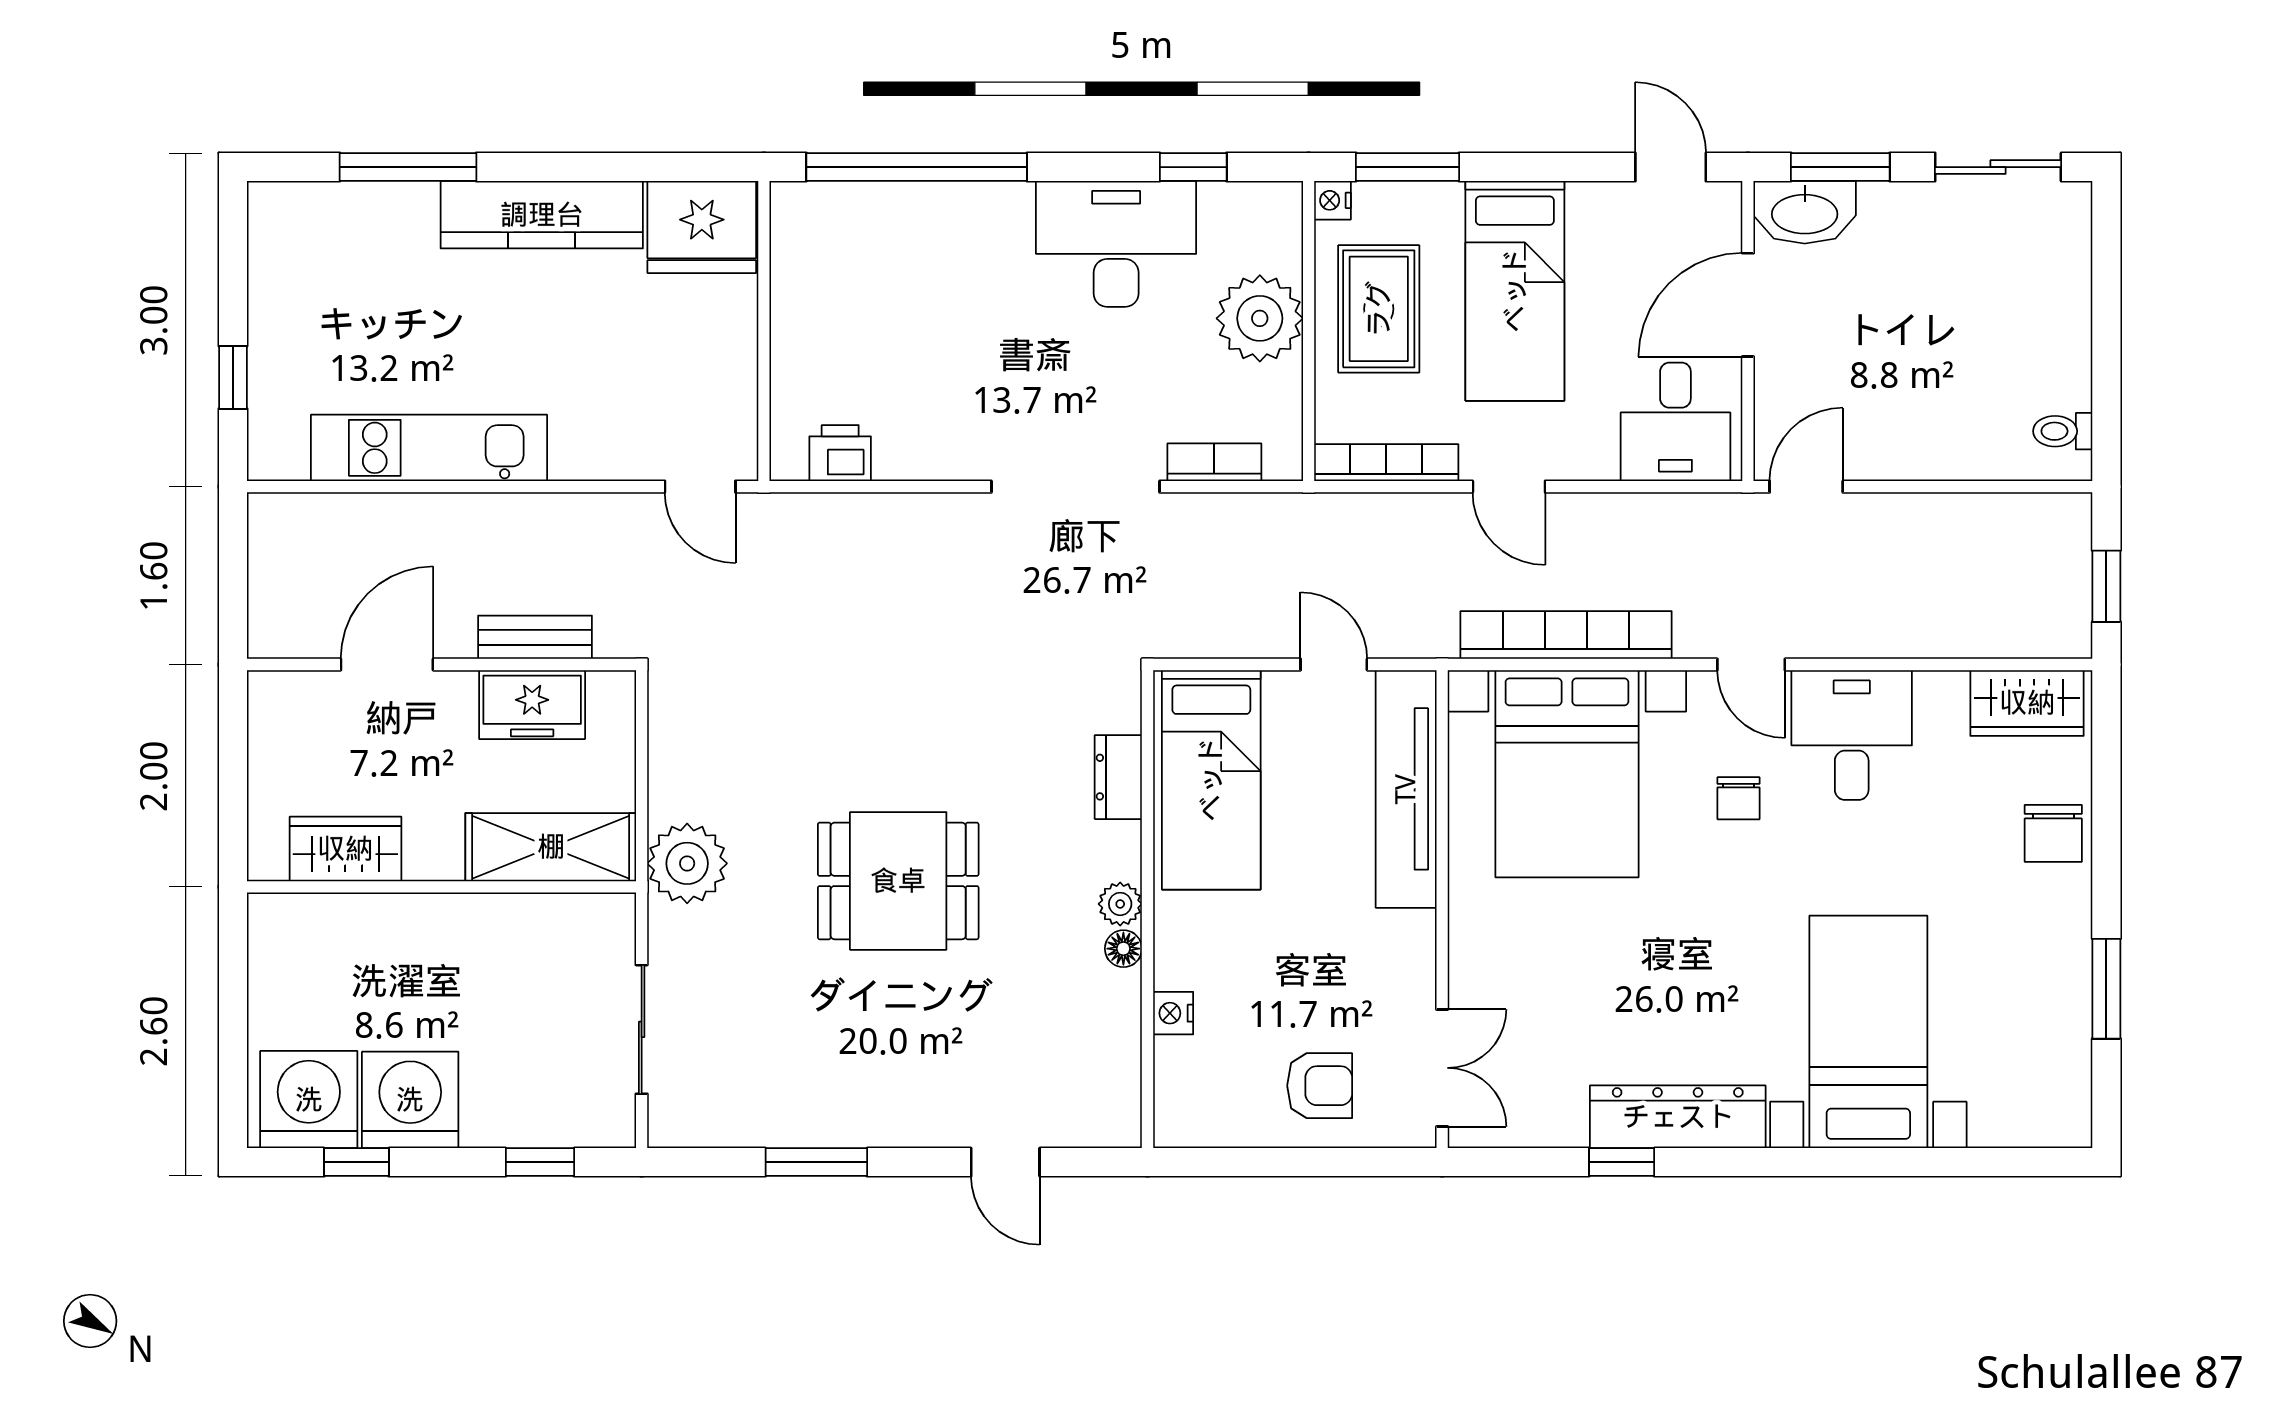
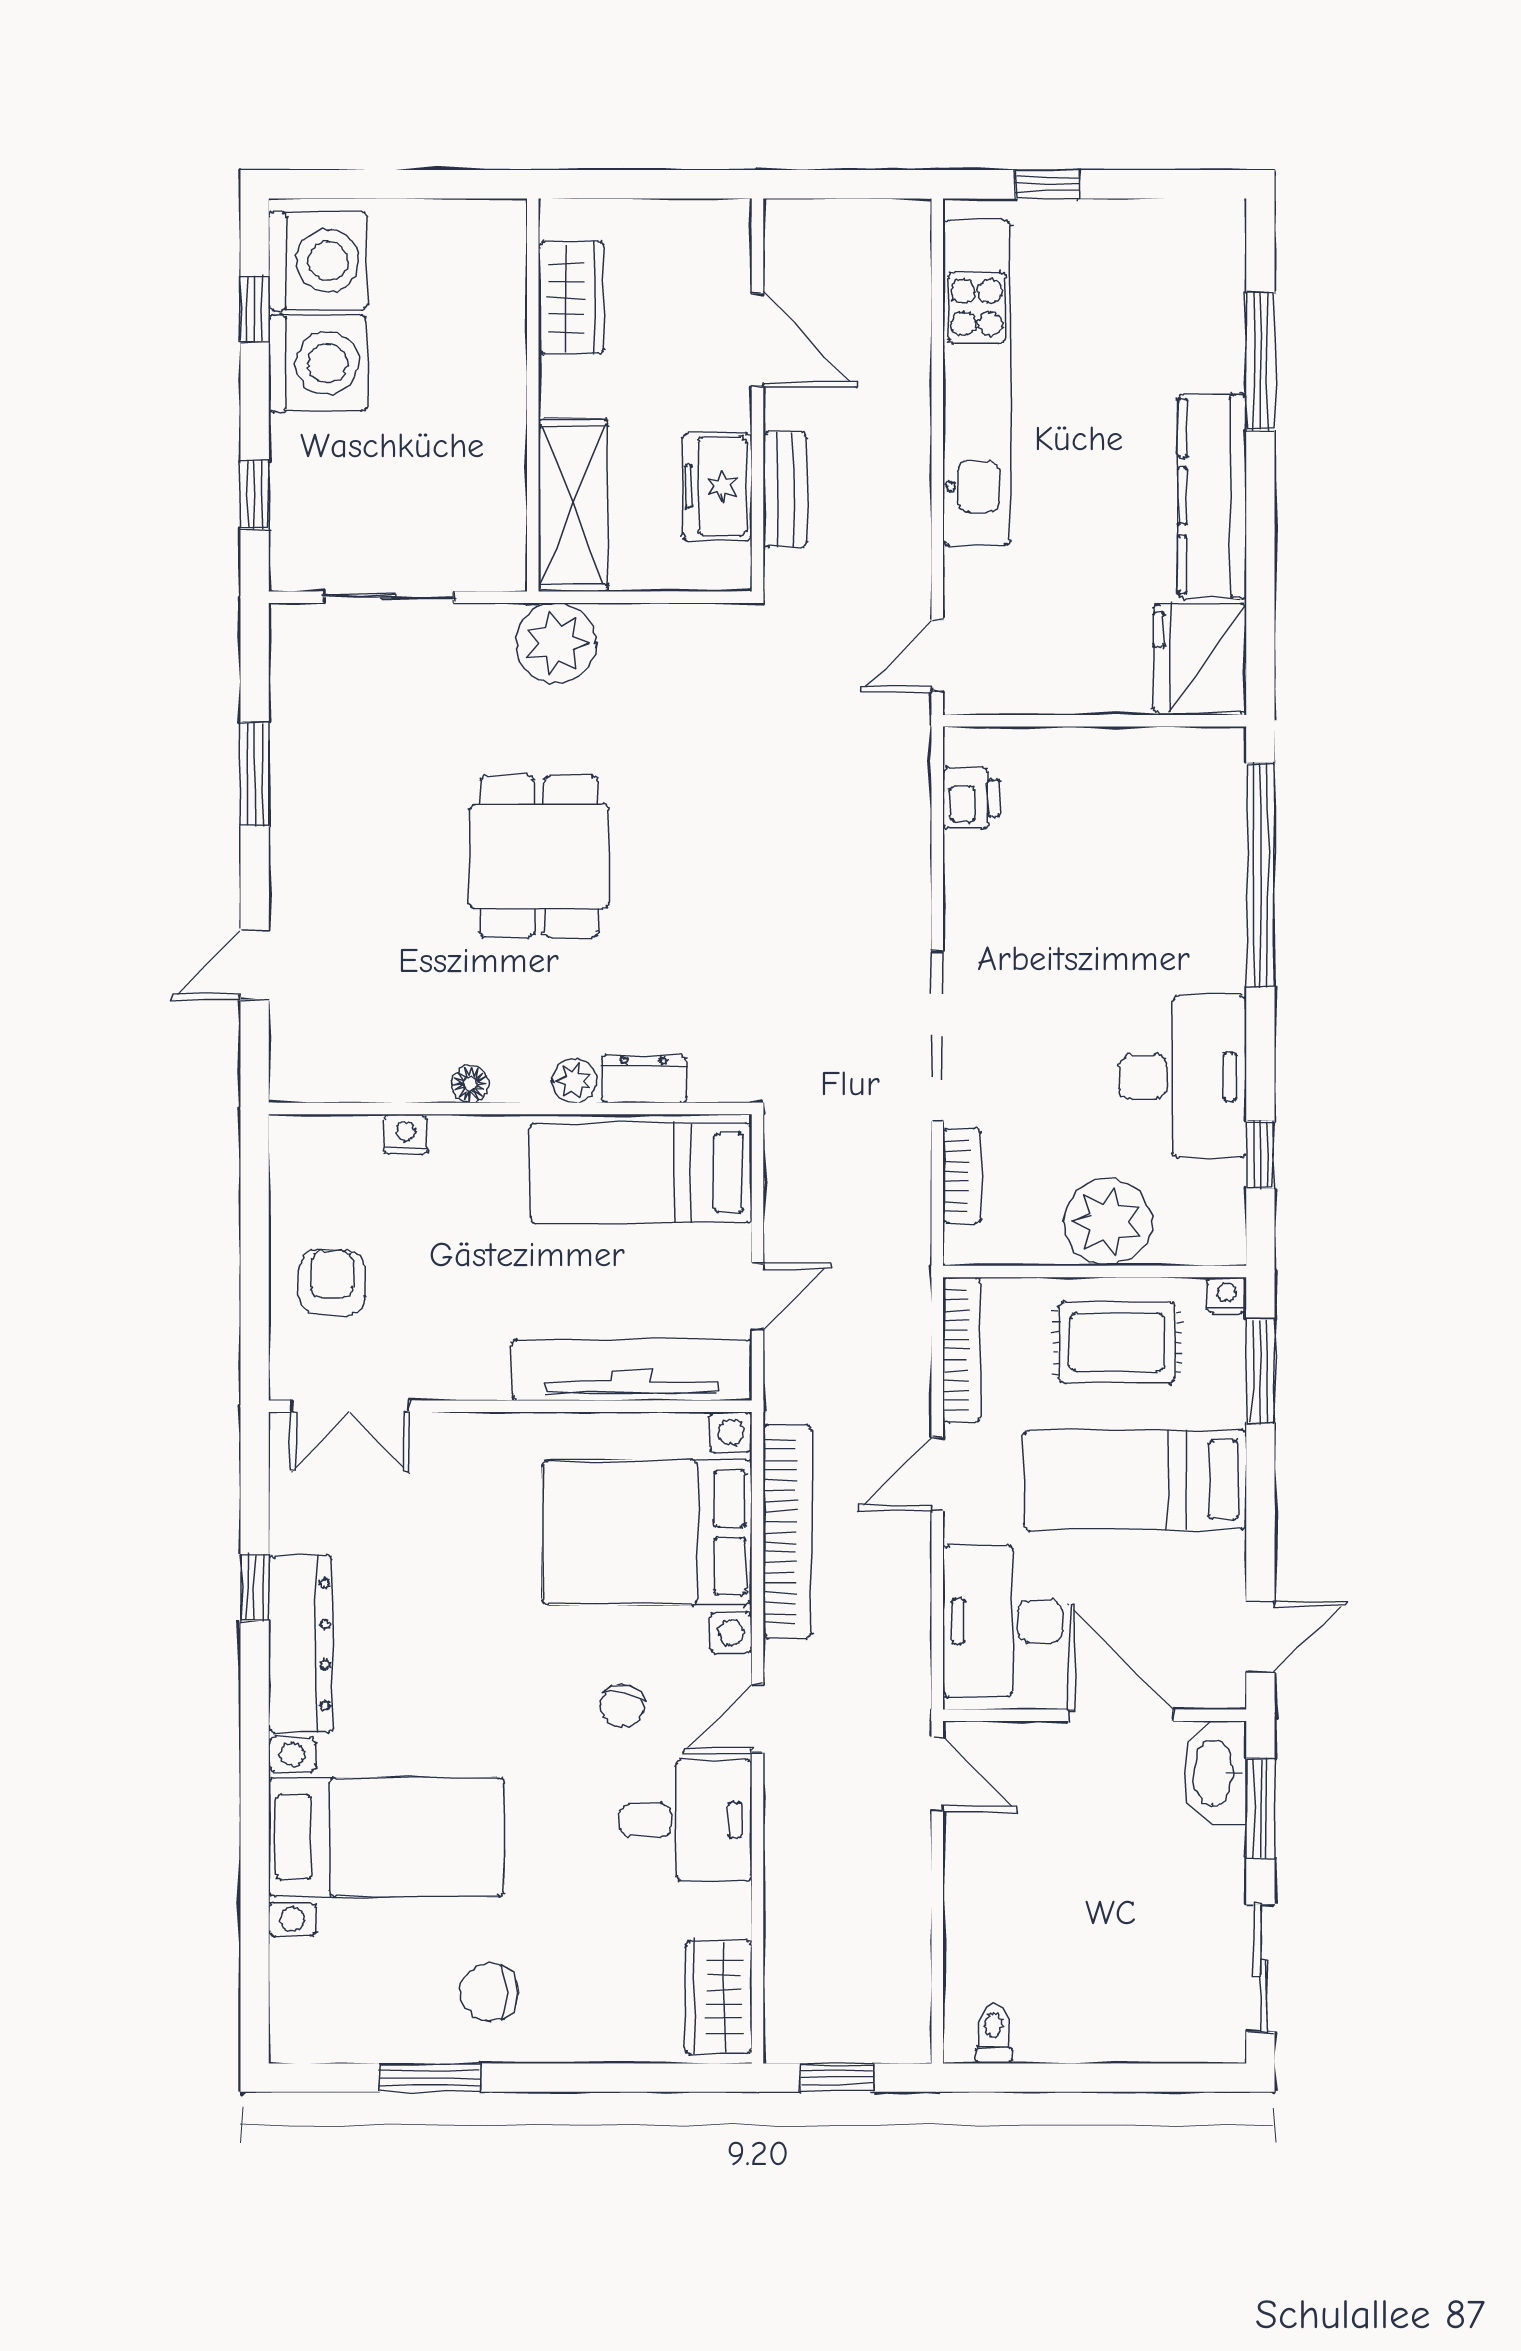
desk: (1675, 422) -> (1003, 1621), width x1.37
kitchen unit: (429, 448) -> (977, 382), width x1.36
chair: (1739, 798) -> (622, 1706), turned -77
chair: (2053, 833) -> (489, 1992), moved
plant: (1120, 904) -> (575, 1081), moved
armchair: (1320, 1086) -> (332, 1282), turned 180

